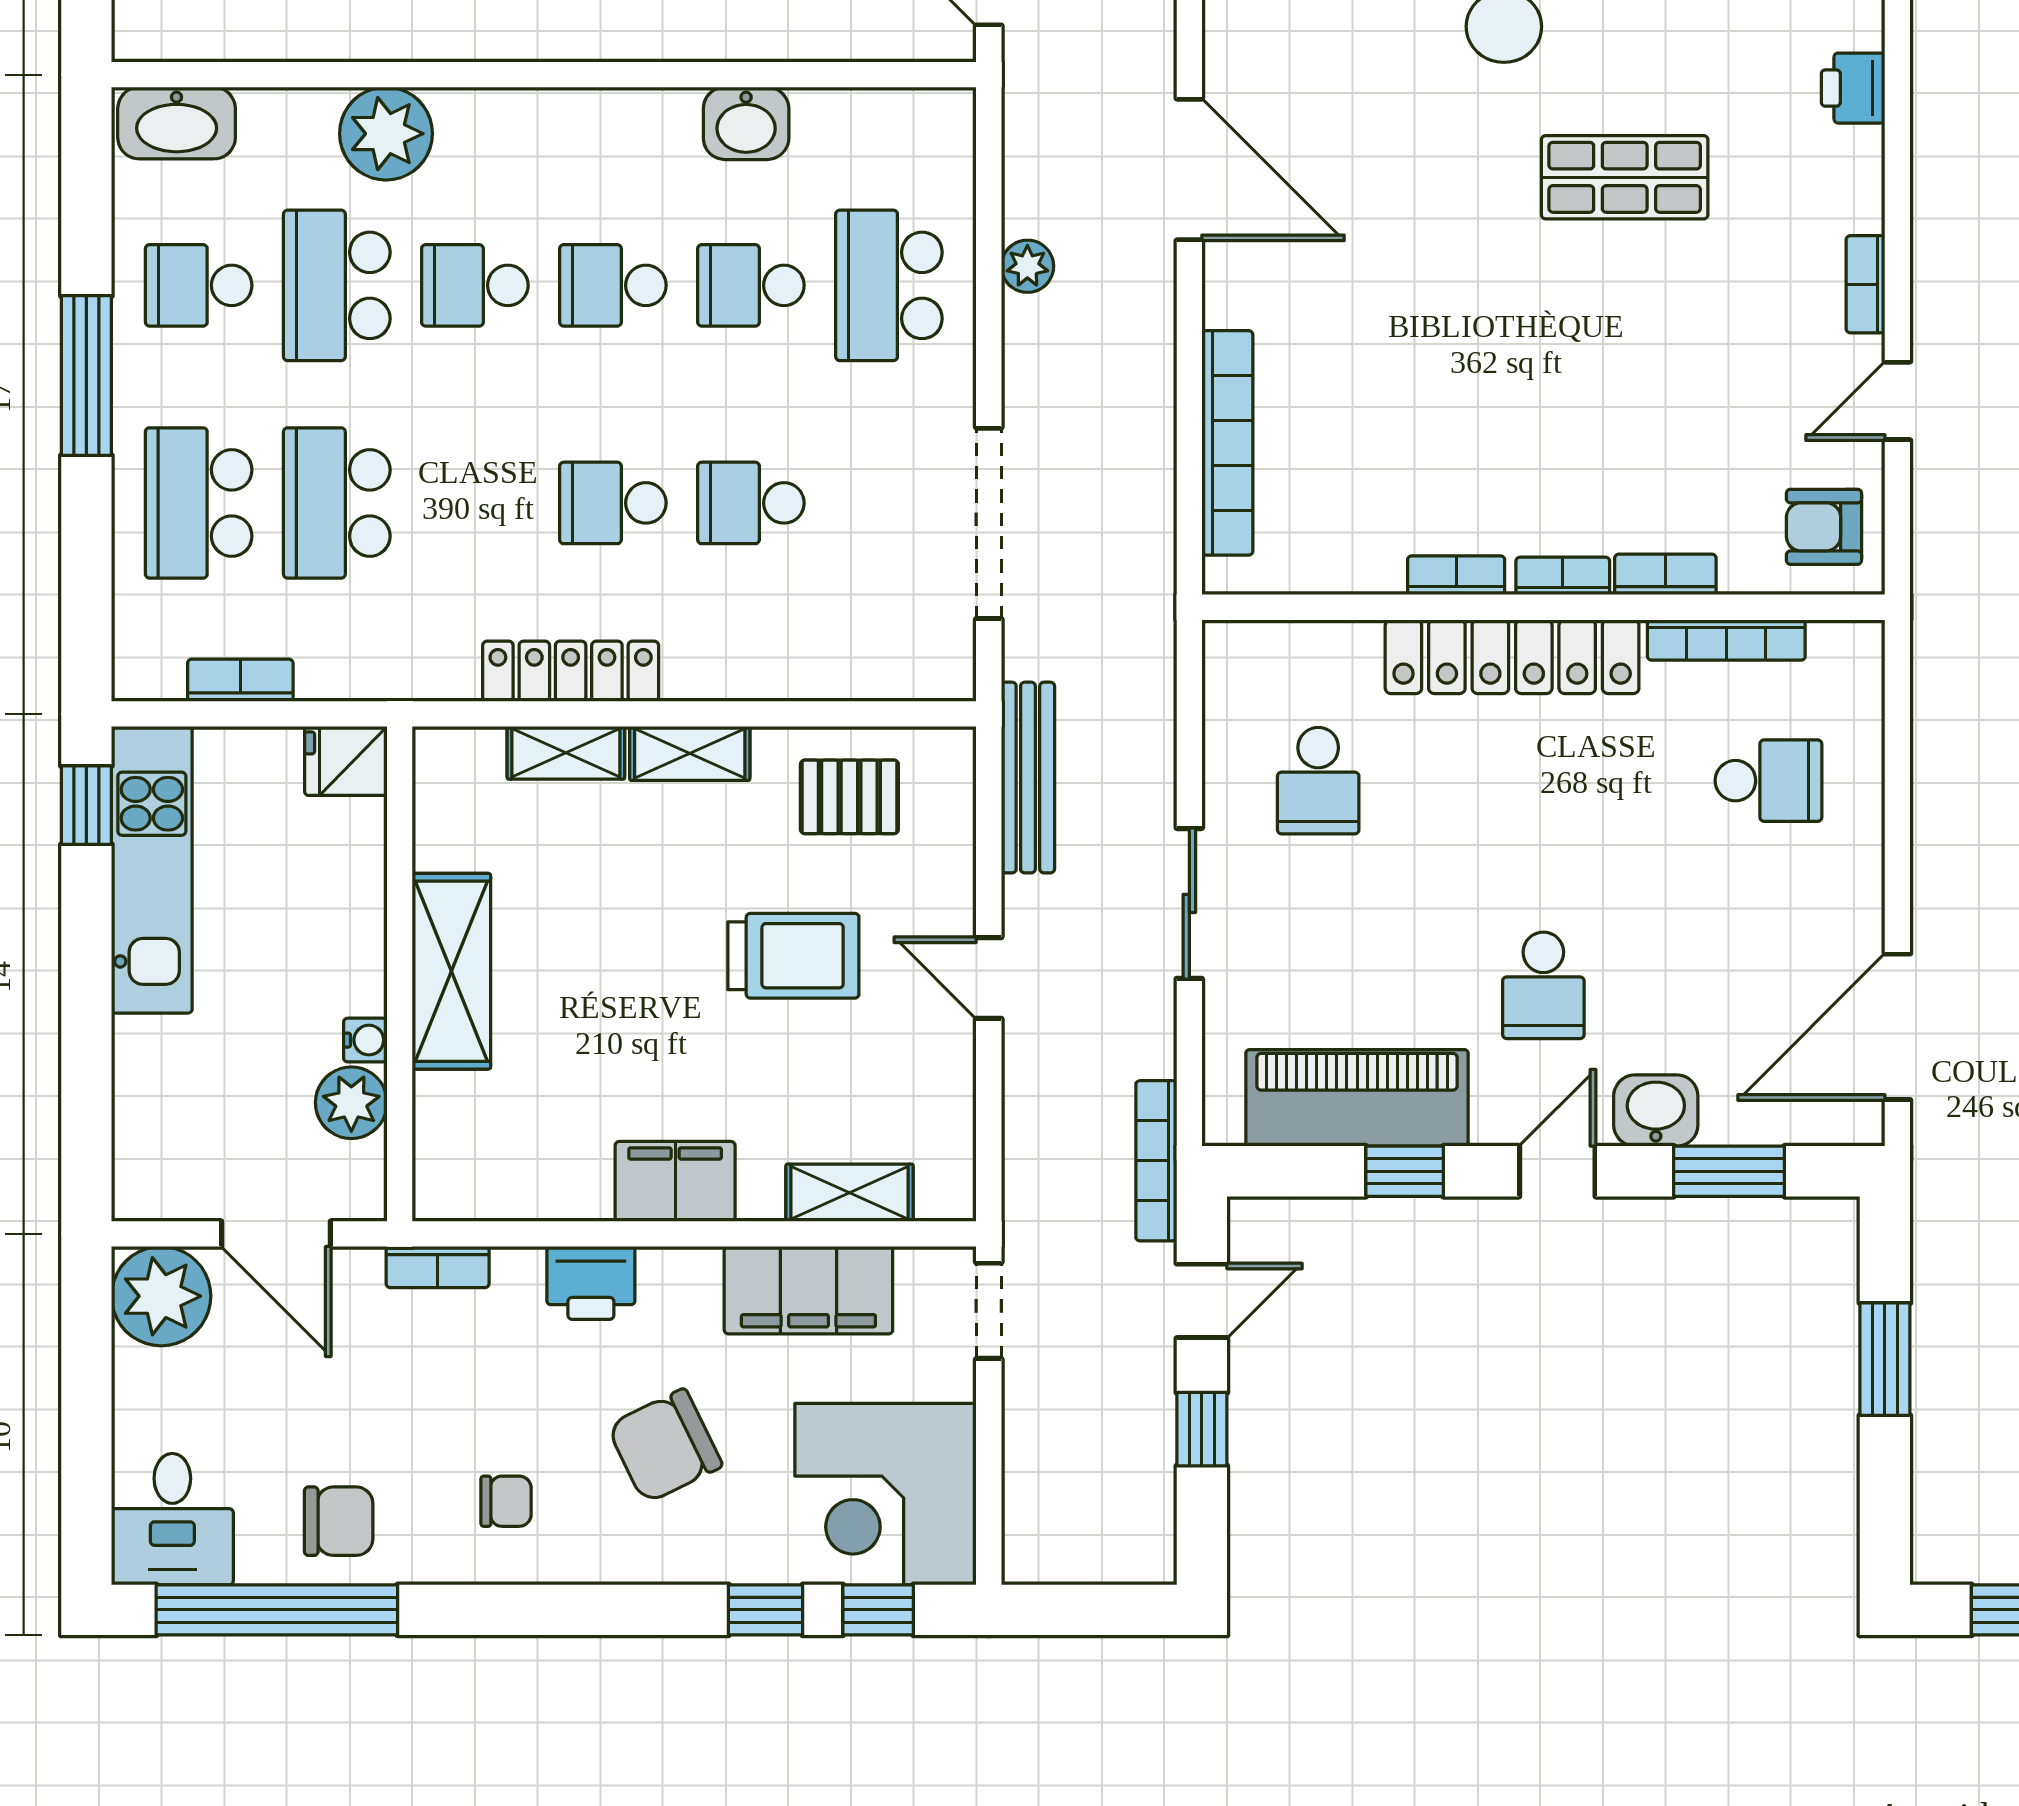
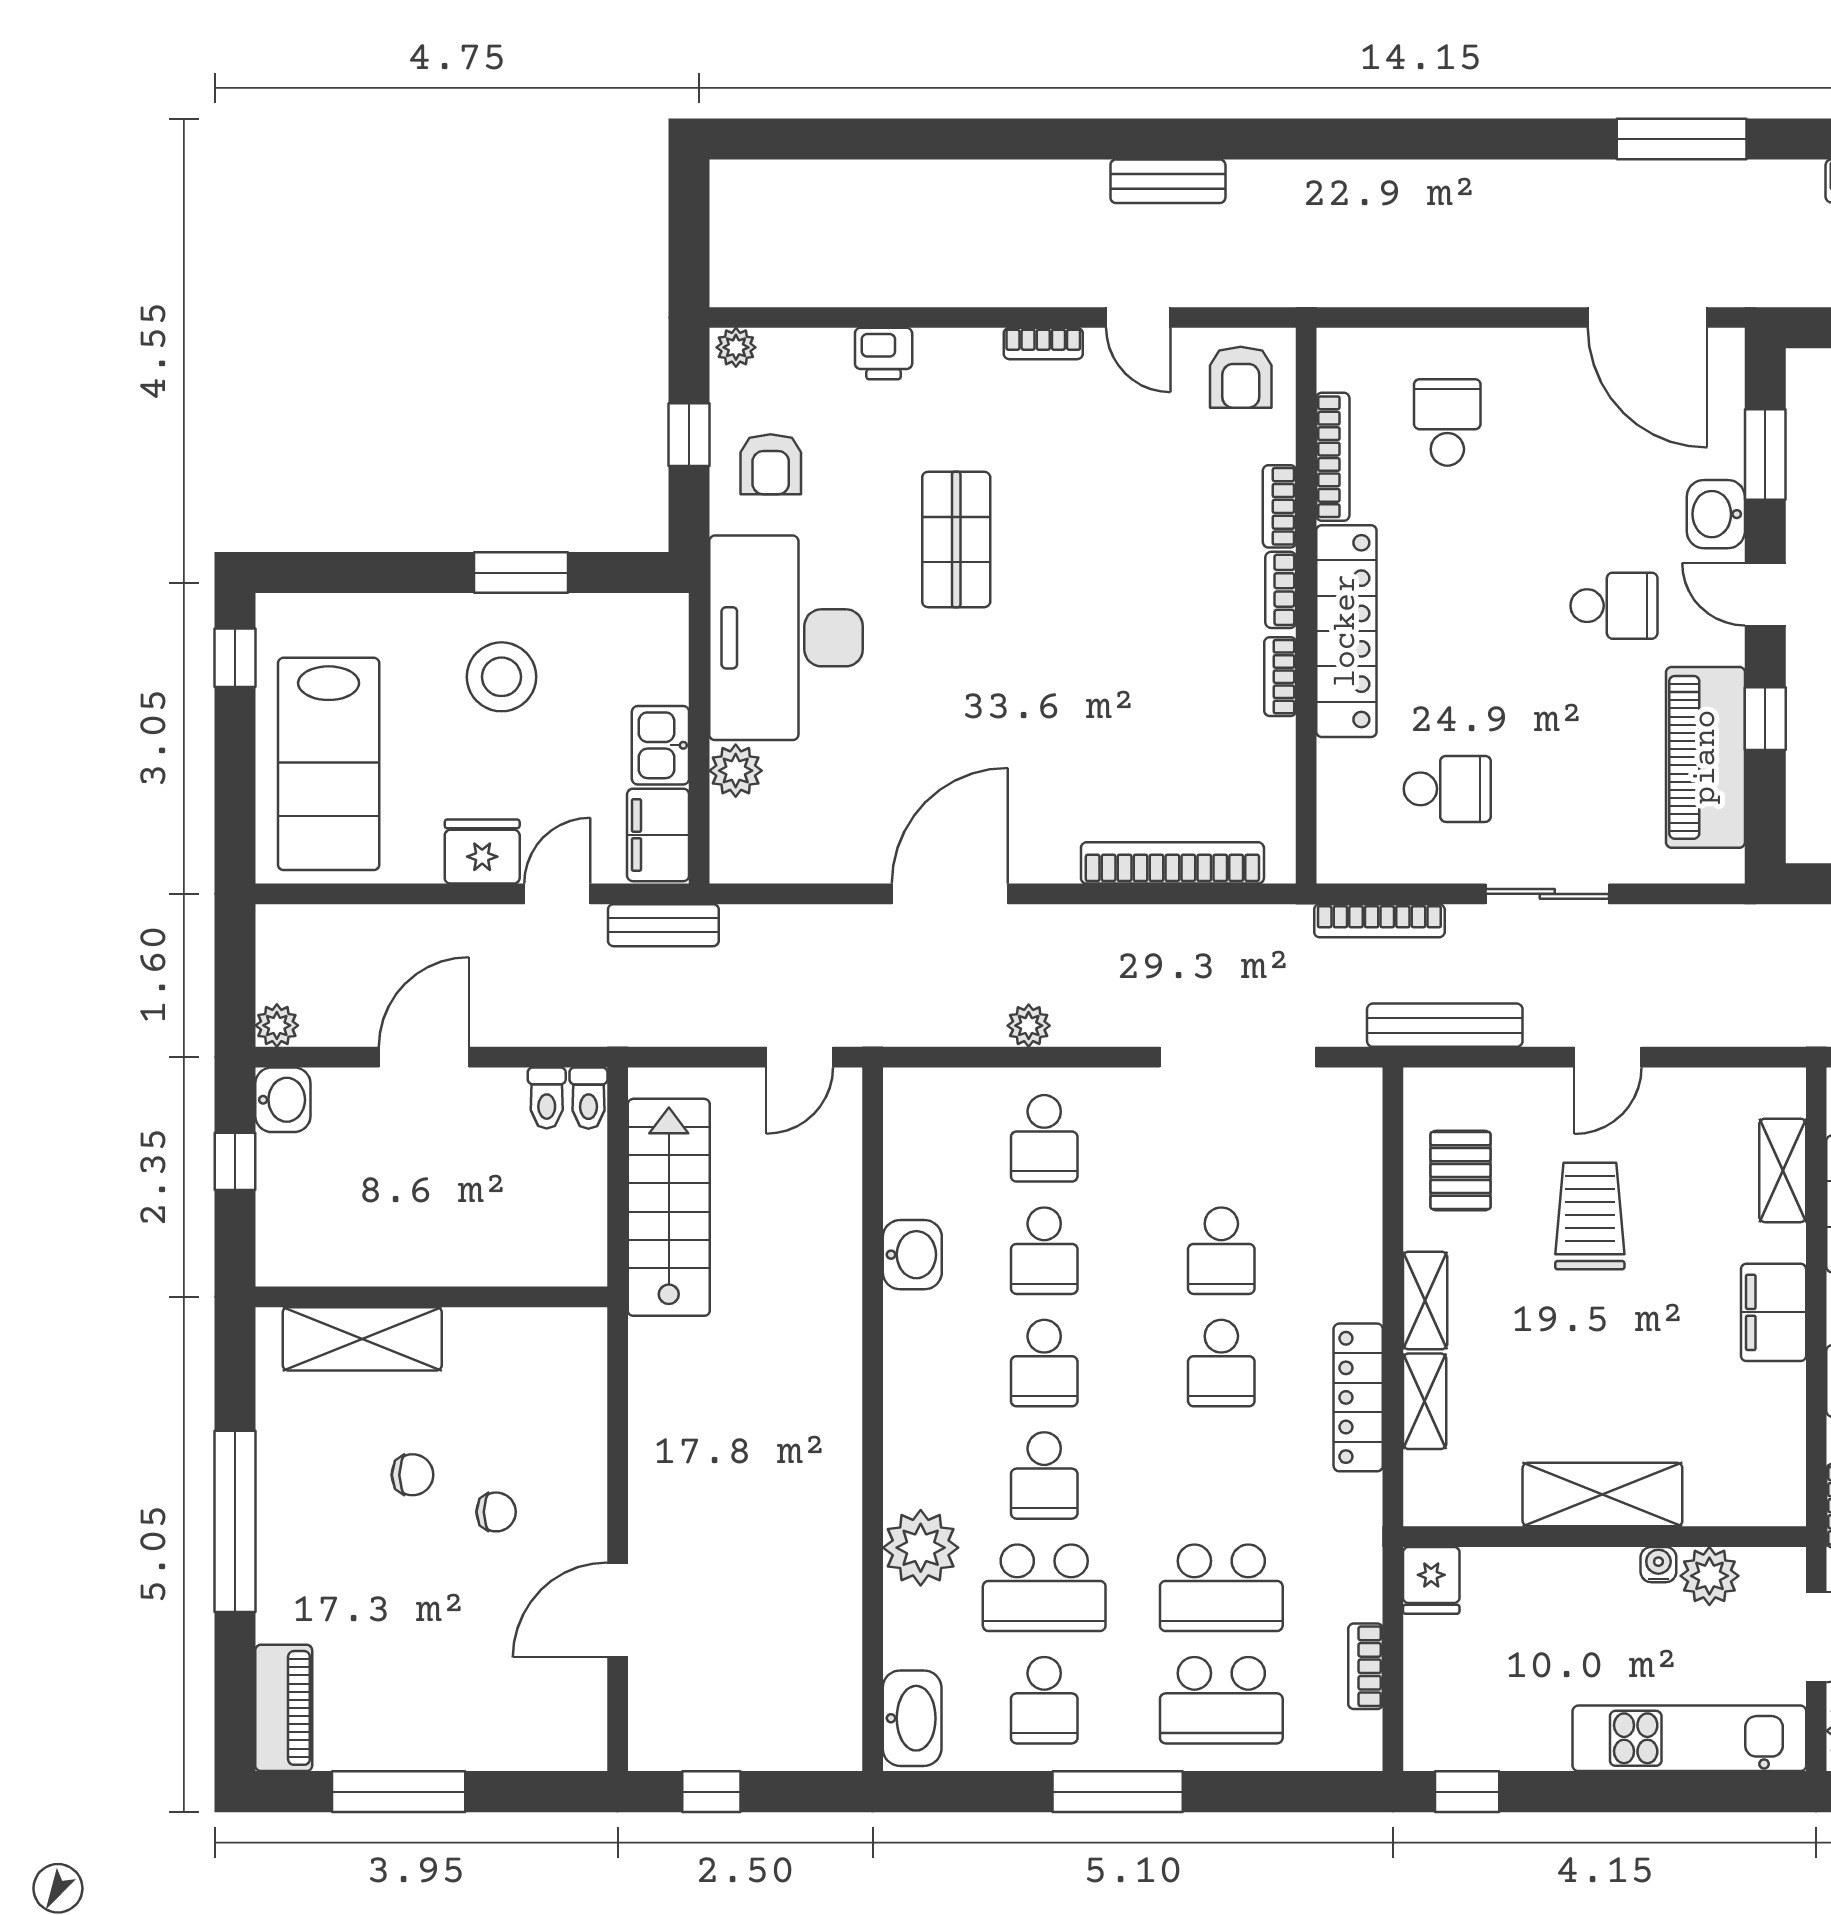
school desk: (889, 285) -> (1044, 1138), width x0.54
kitchen unit: (152, 870) -> (1689, 1738), moved
bookcase: (1156, 1161) -> (1379, 921), moved

